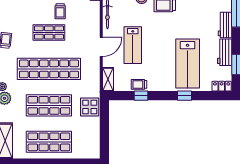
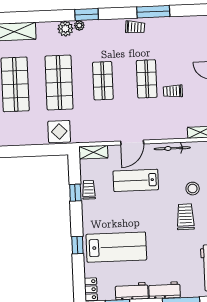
door: (101, 47) -> (132, 143), hinge flipped
lab bench: (188, 64) -> (116, 247), turned 180
shop shelf: (49, 69) -> (103, 81), width x0.50, depth x0.74

